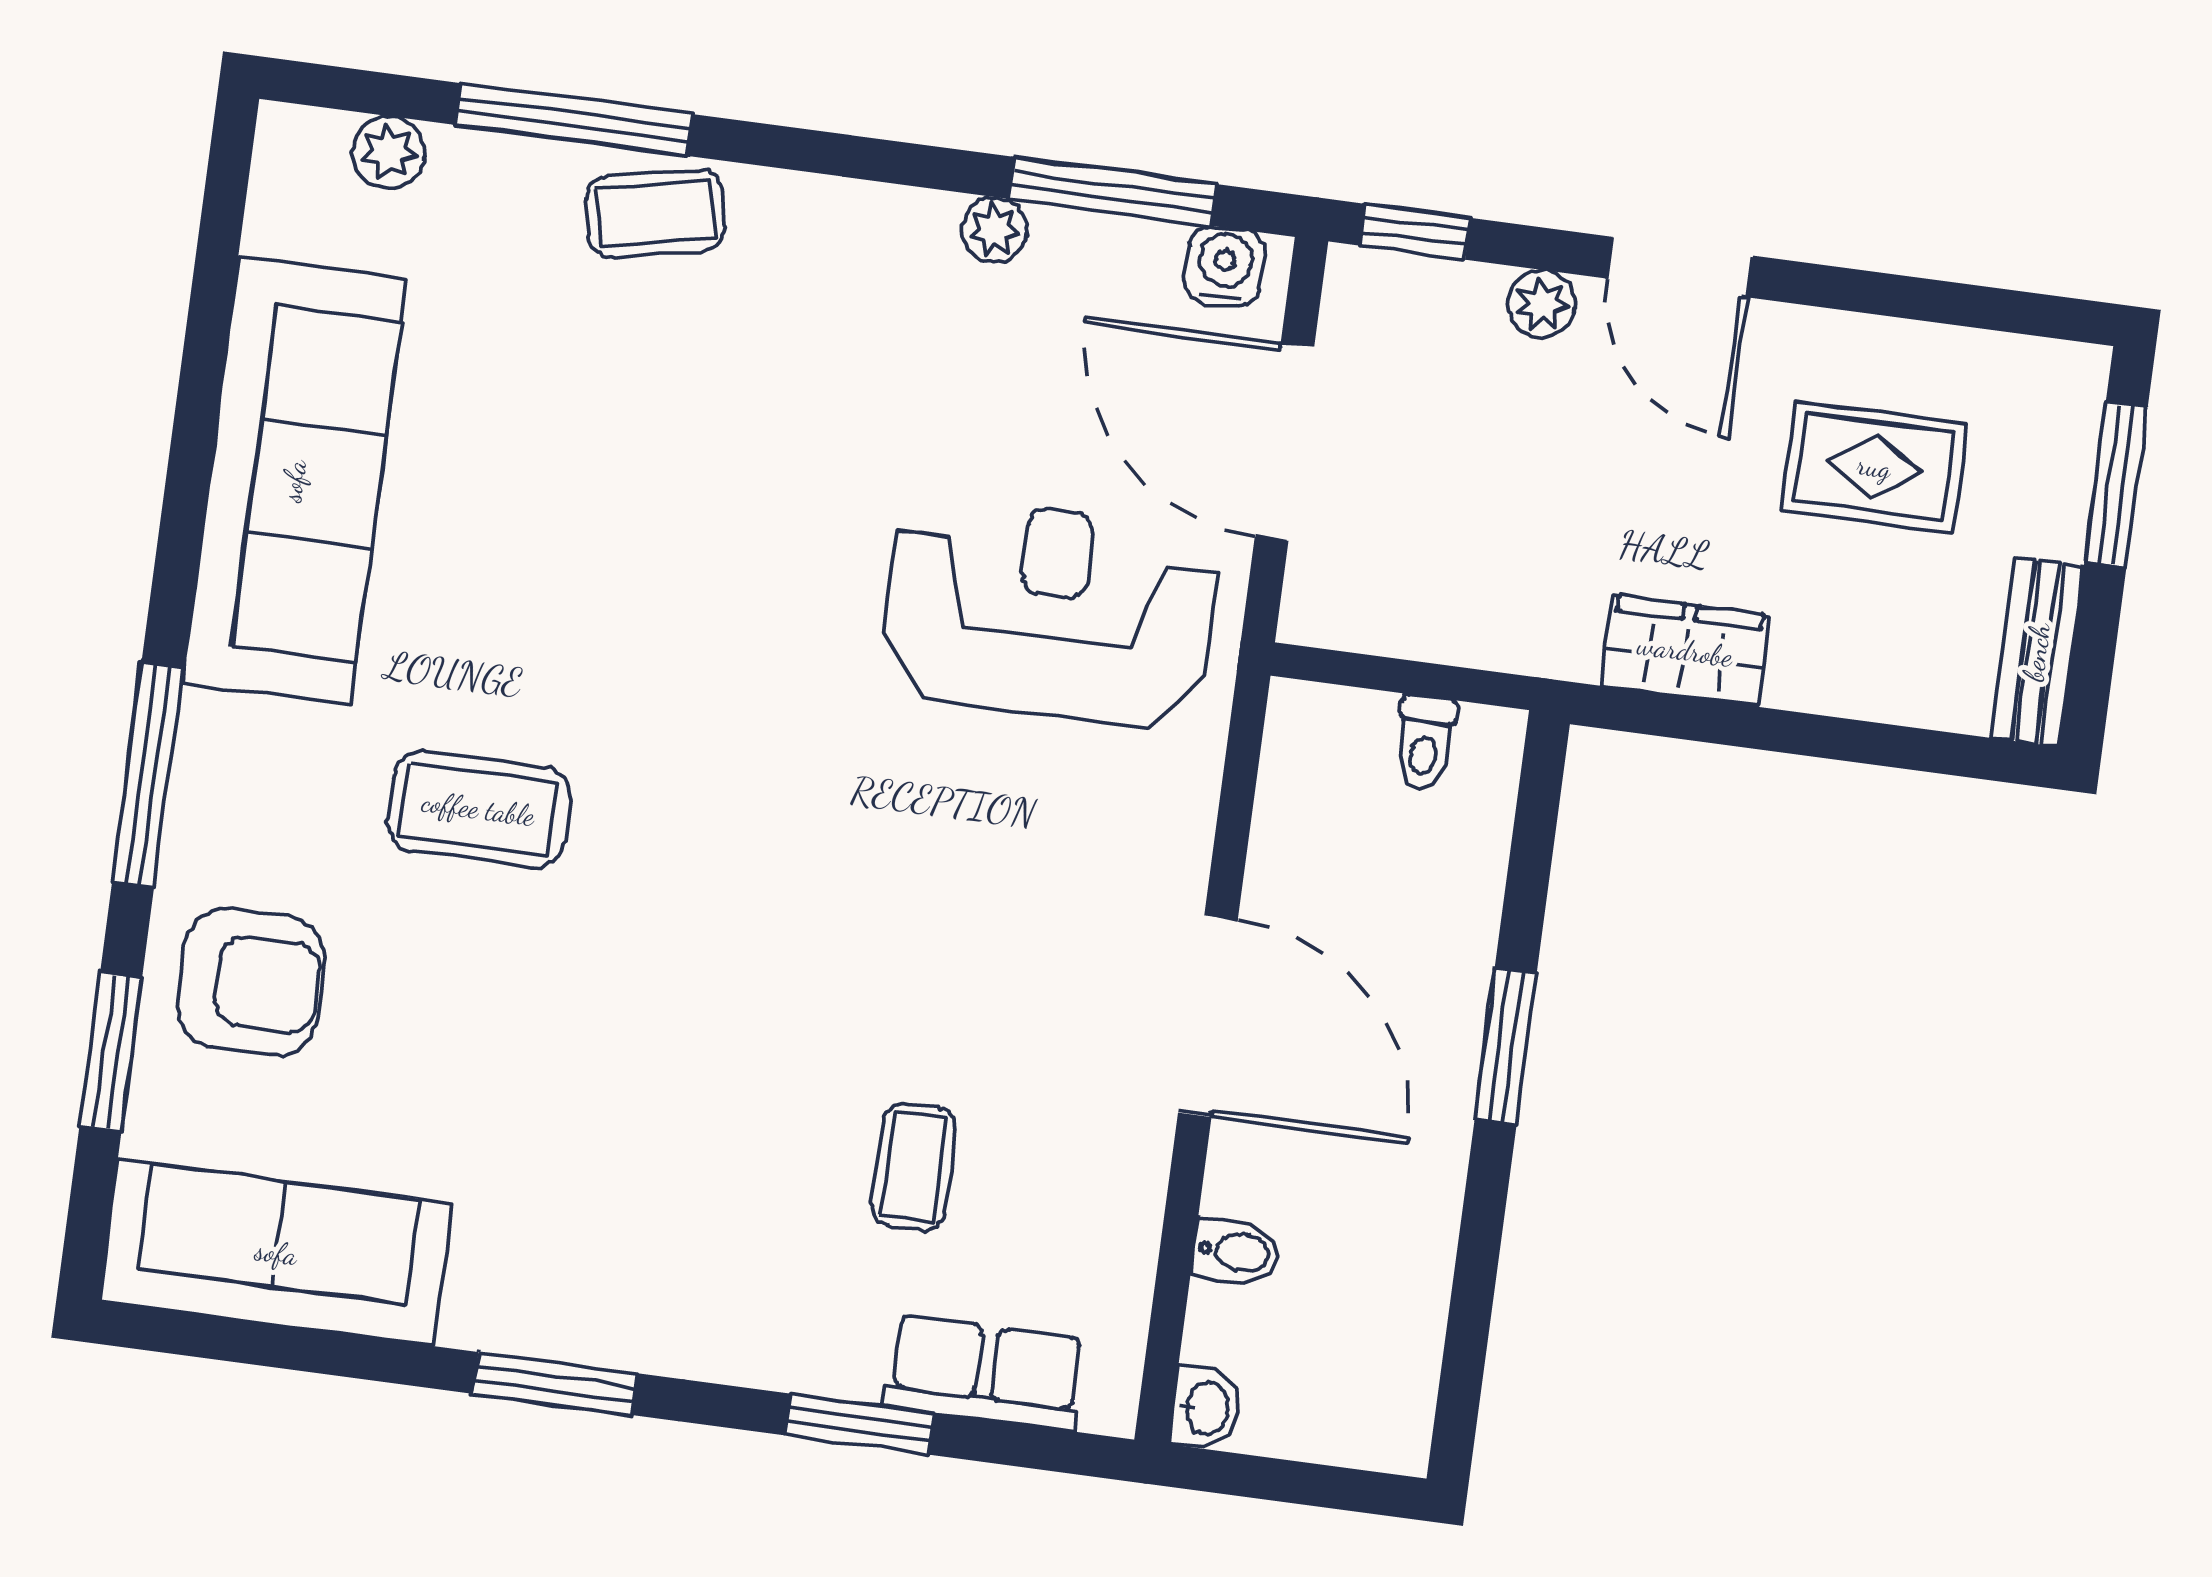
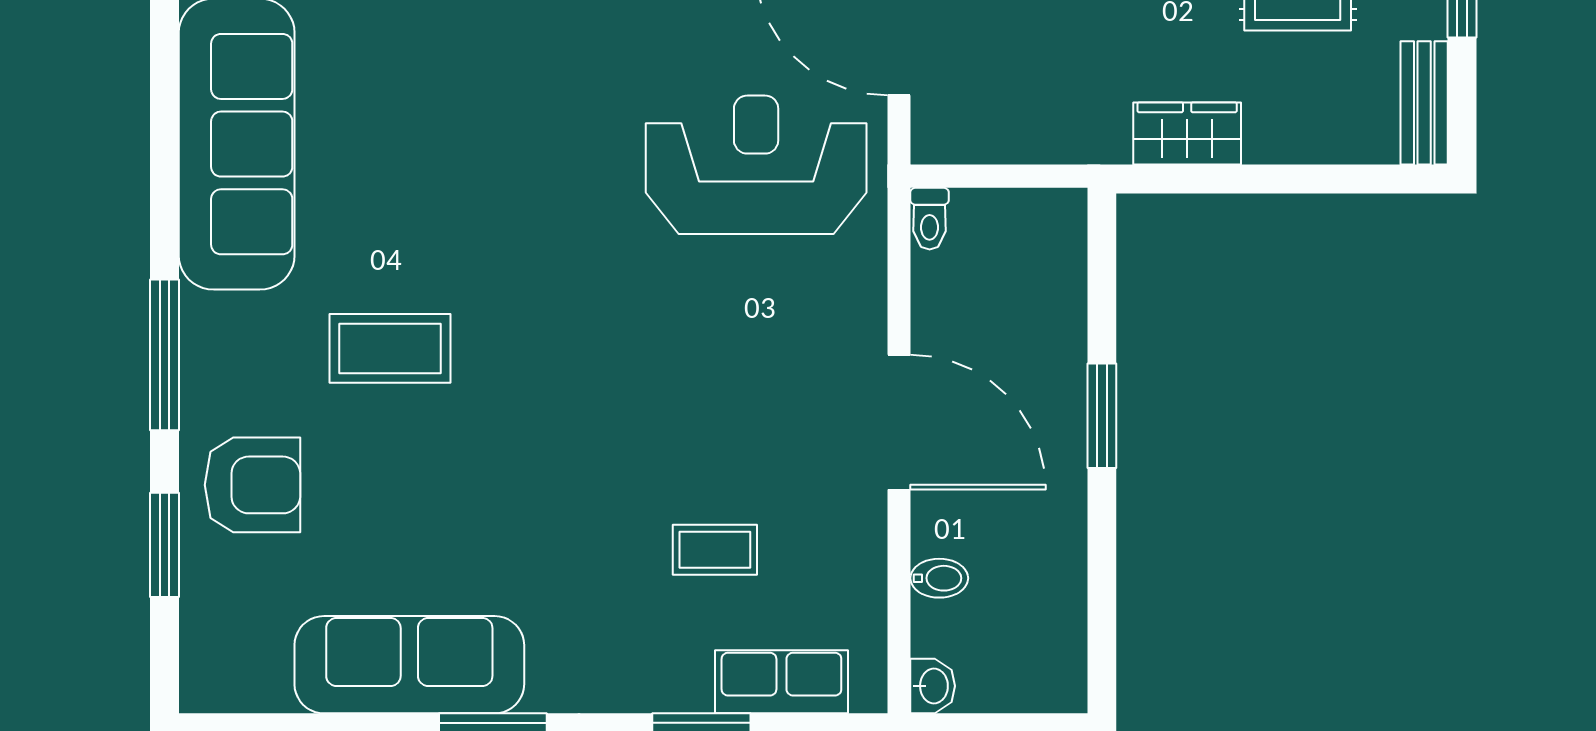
toilet: (1425, 743) -> (930, 219), moved
coffee table: (914, 1167) -> (715, 550), turned 90
sofa: (276, 1253) -> (409, 665), moved

